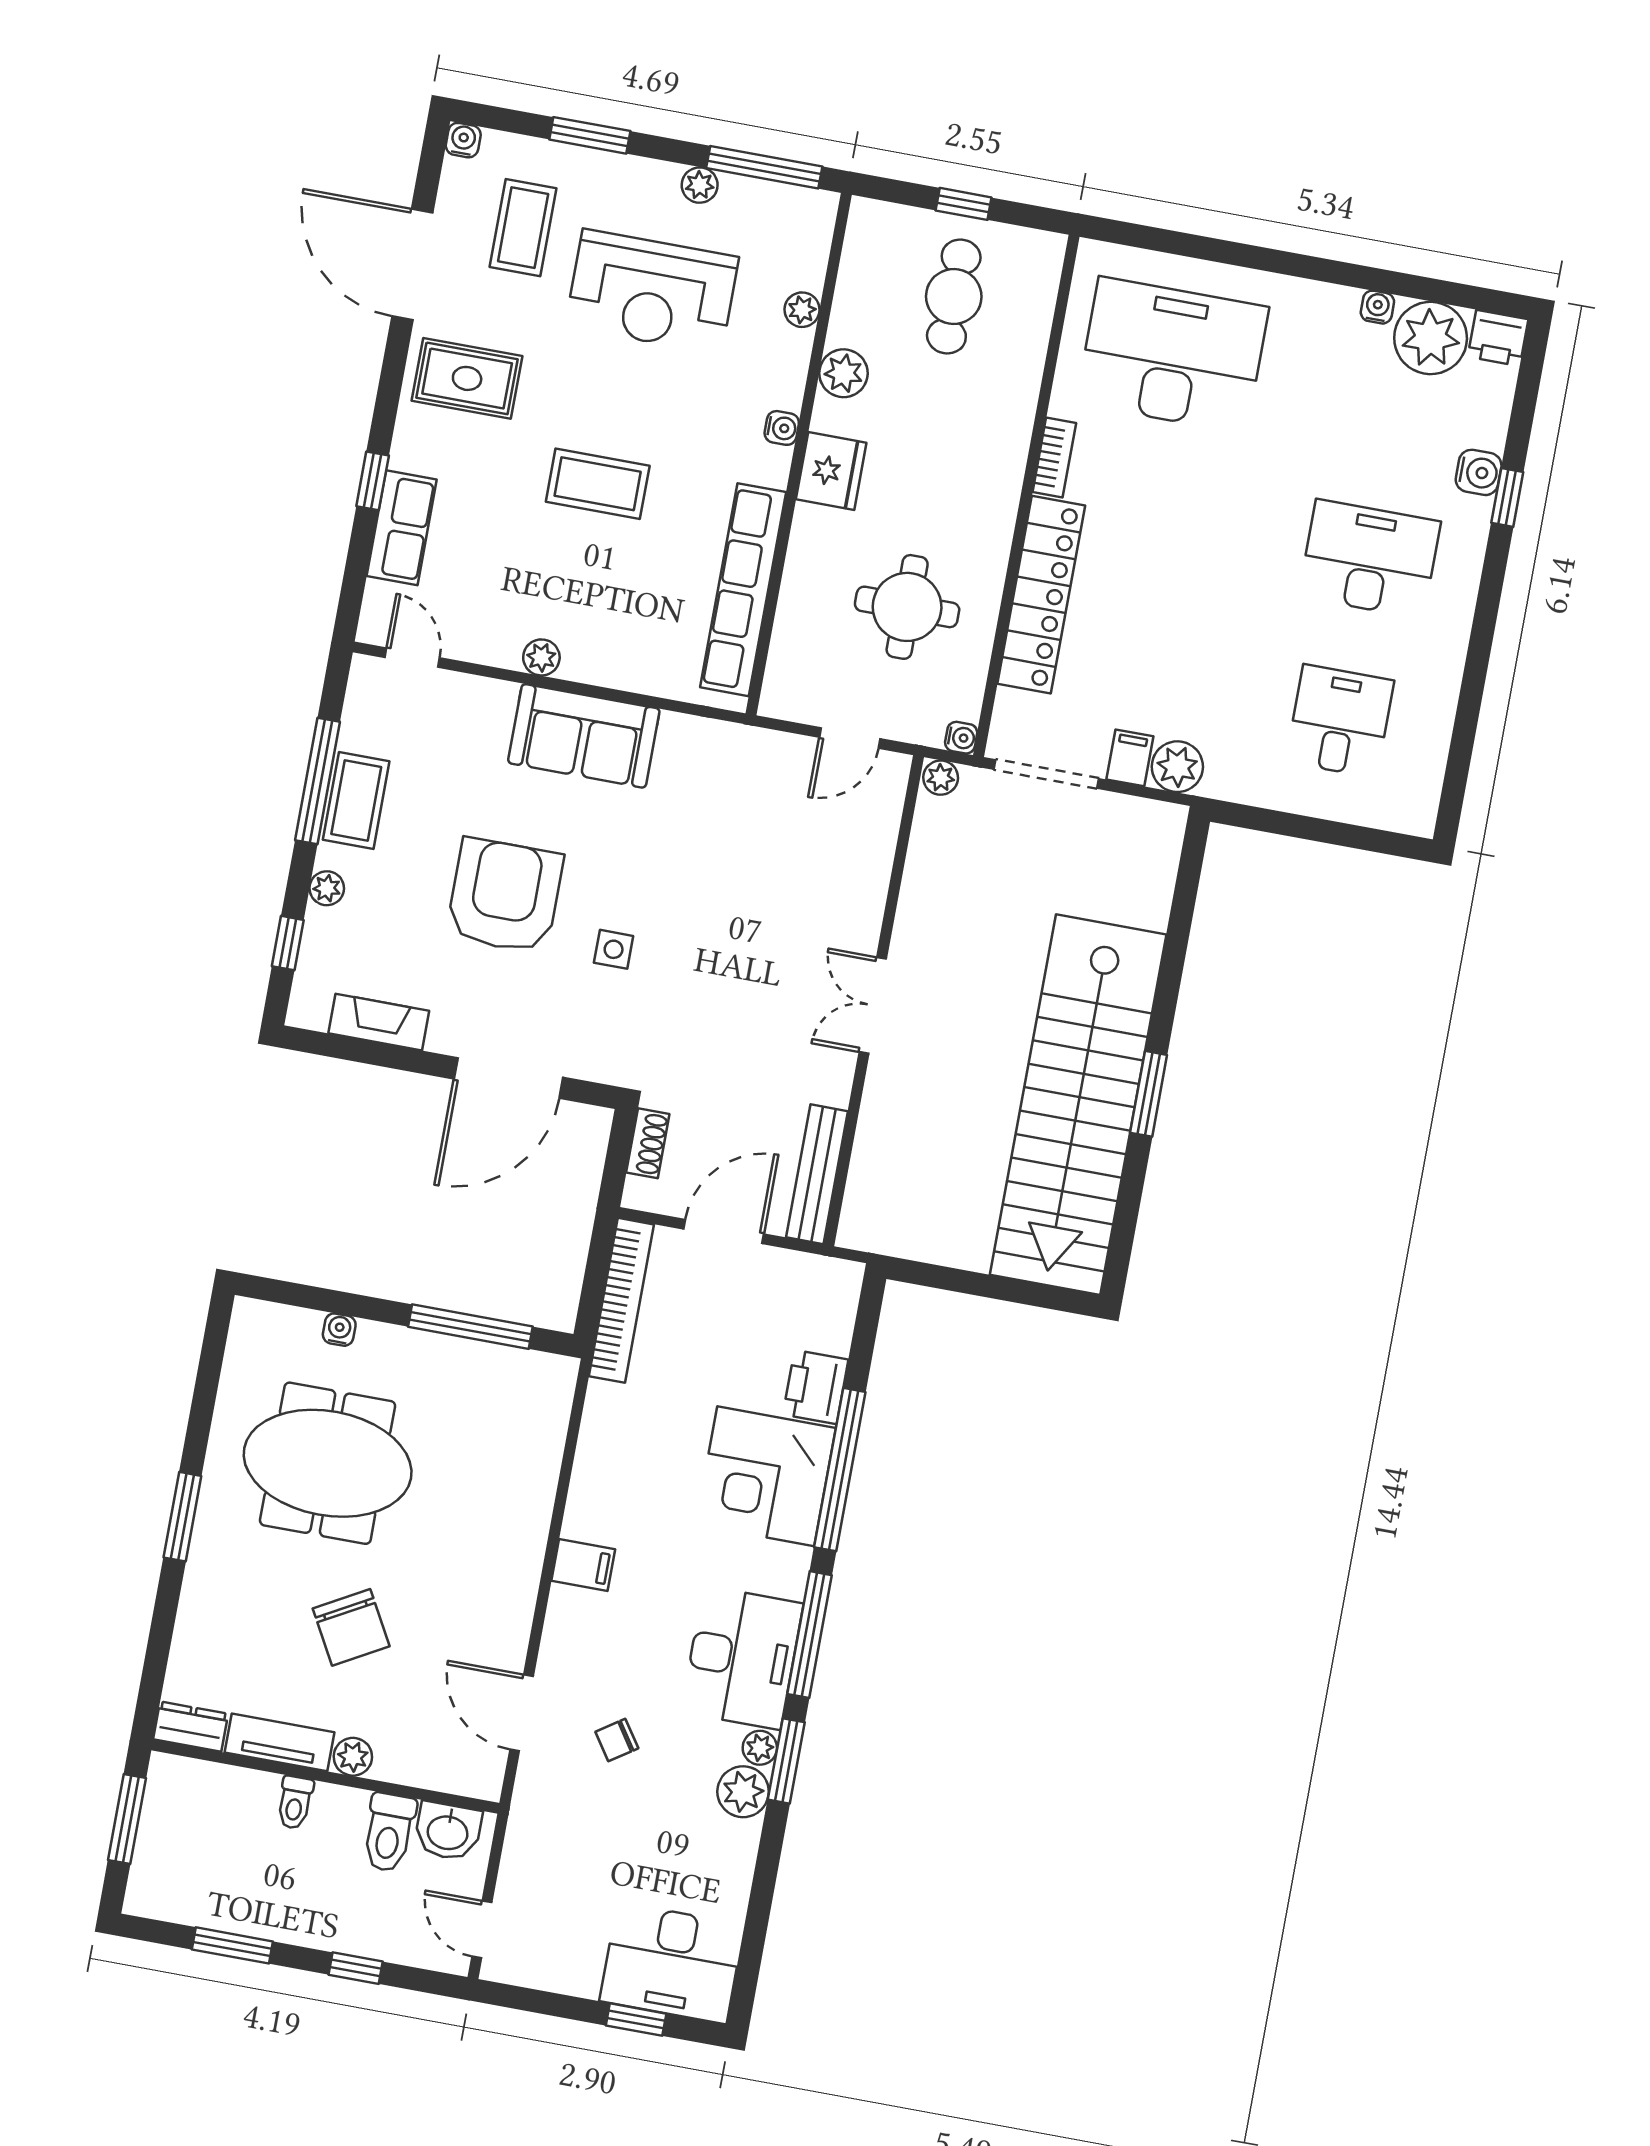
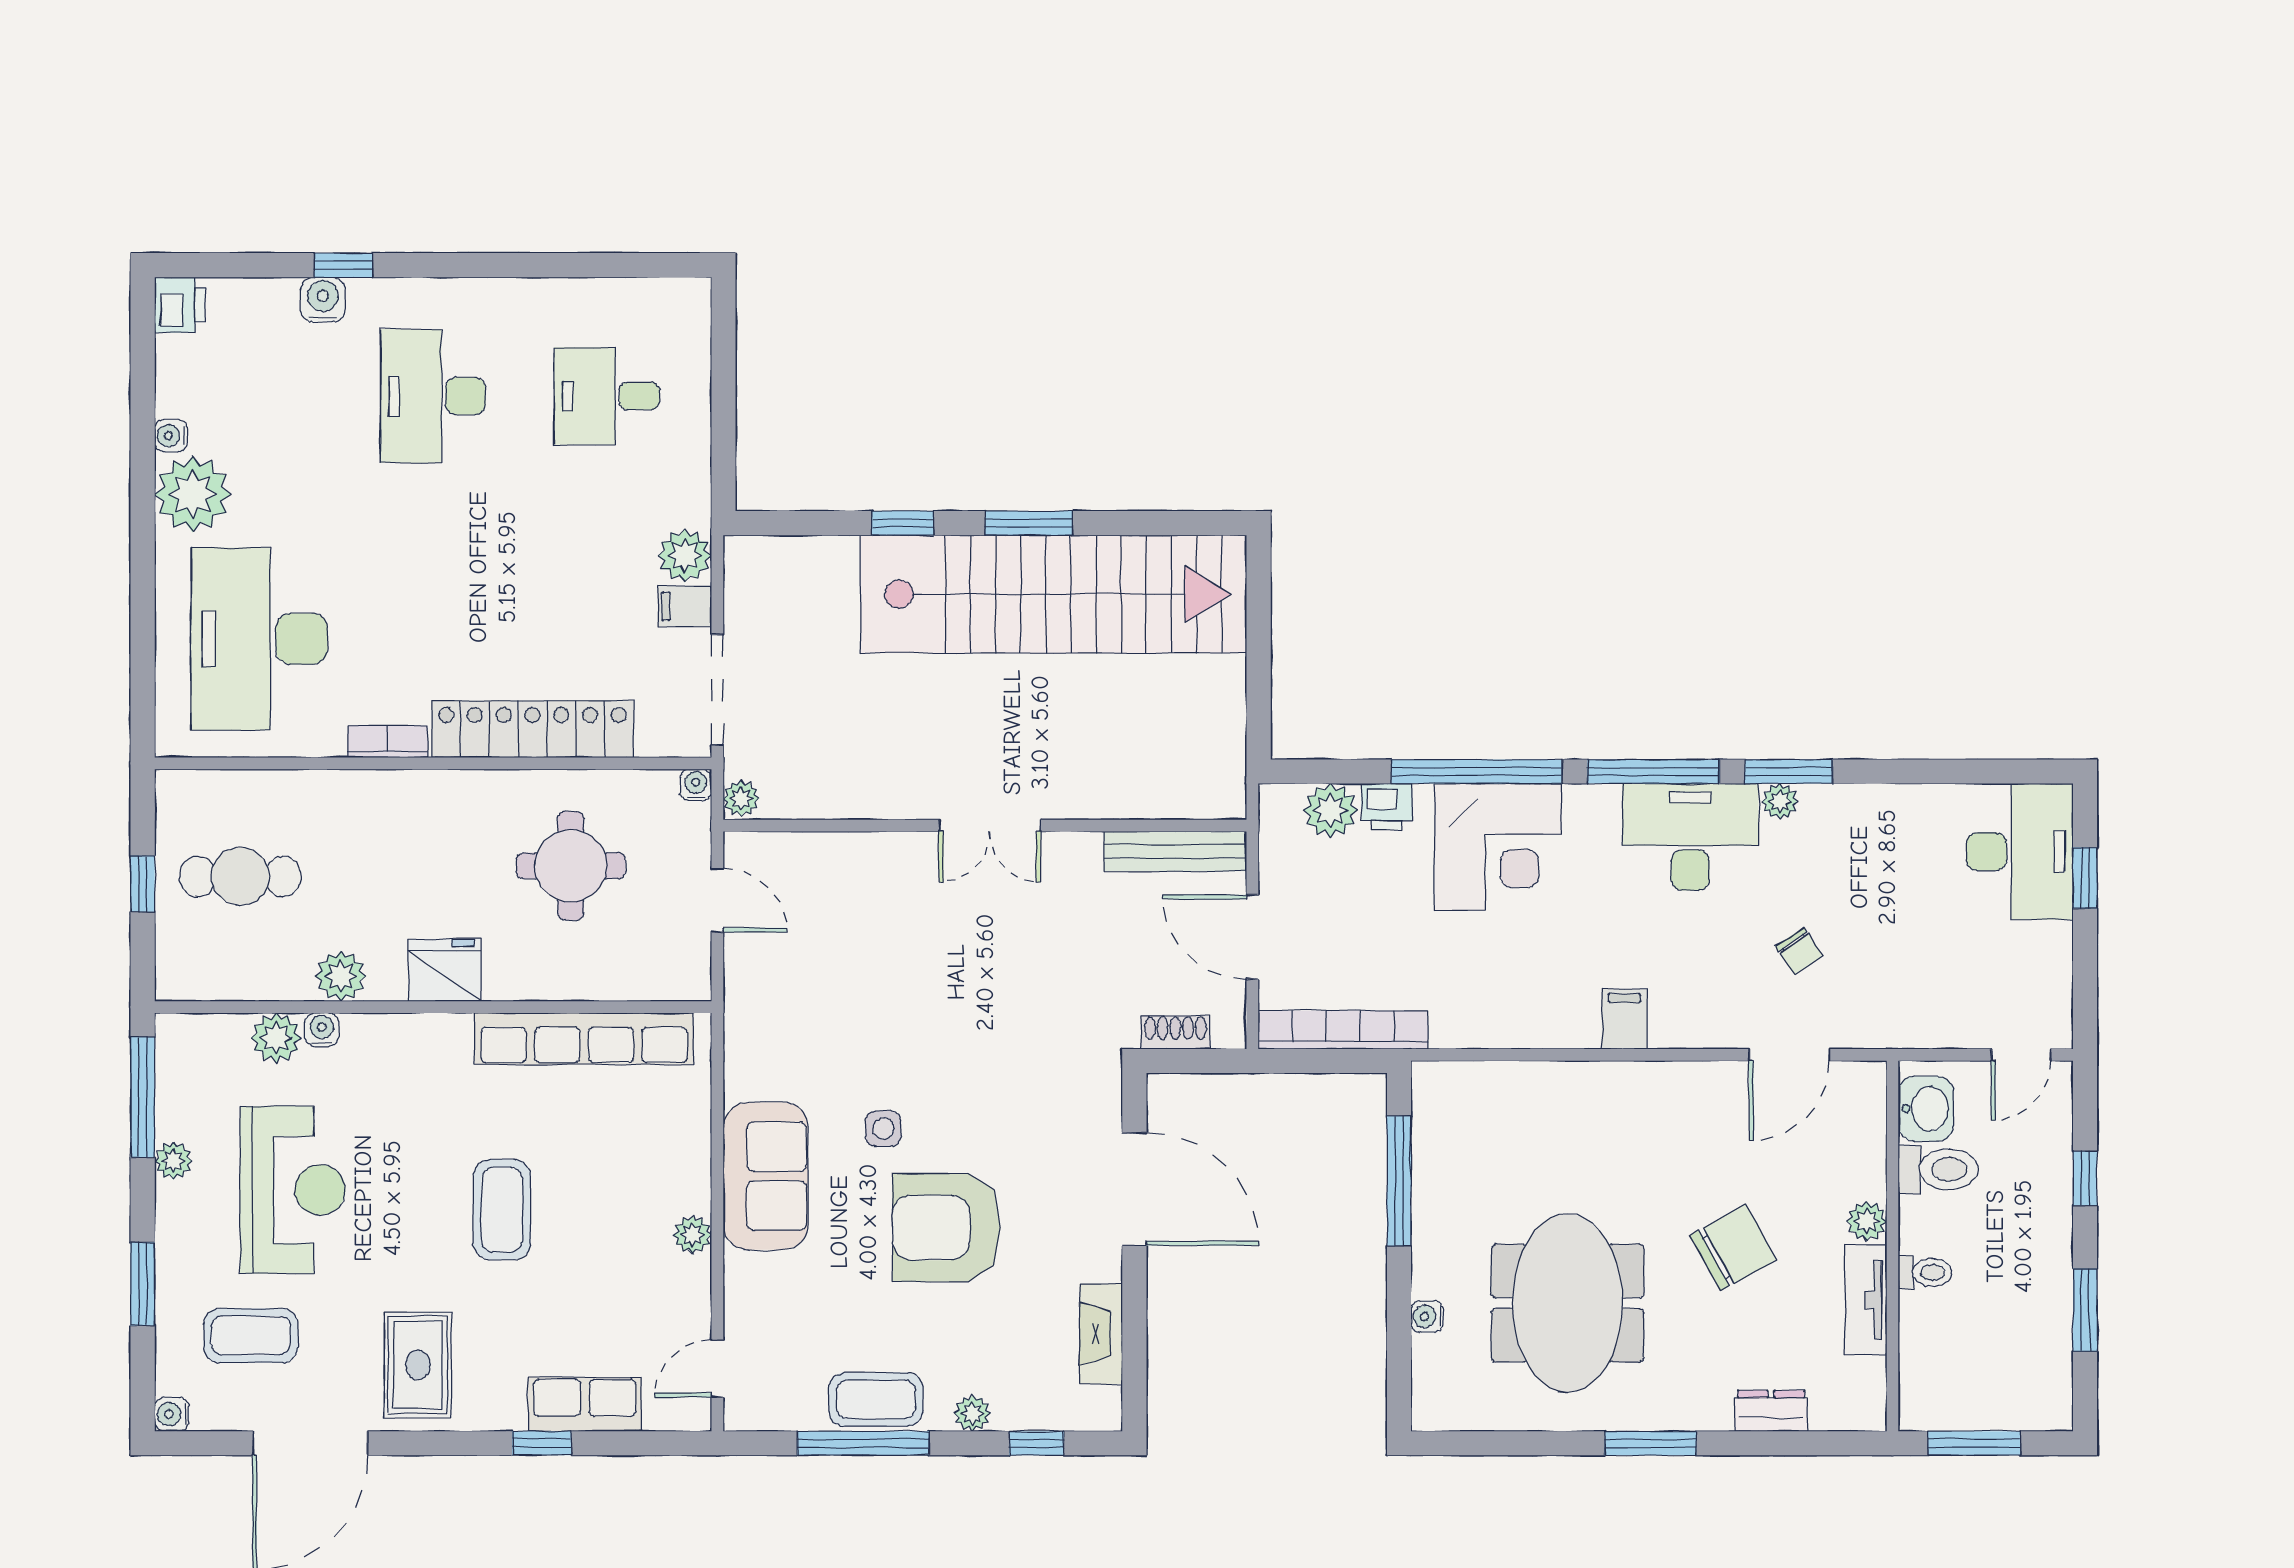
plant: (802, 310) -> (276, 1038), width x1.38, depth x1.38
plant: (1431, 338) -> (193, 494), moved
water cooler: (782, 428) -> (322, 1030), moved
side table: (614, 949) -> (883, 1128), moved
window: (1170, 976) -> (903, 523), added
printer: (816, 1387) -> (1387, 807), width x0.73, depth x0.81
dresser: (191, 1727) -> (1771, 1411), moved, turned 90
plant: (743, 1792) -> (1330, 810), moved

